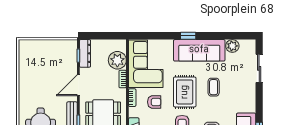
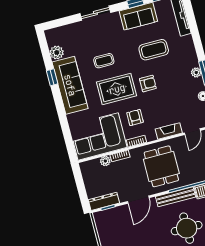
window: (188, 36) -> (52, 77), moved
plant: (117, 60) -> (105, 161), width x0.53, depth x0.53
sliding door: (259, 68) -> (95, 13), moved
door: (78, 85) -> (138, 200), hinge flipped

